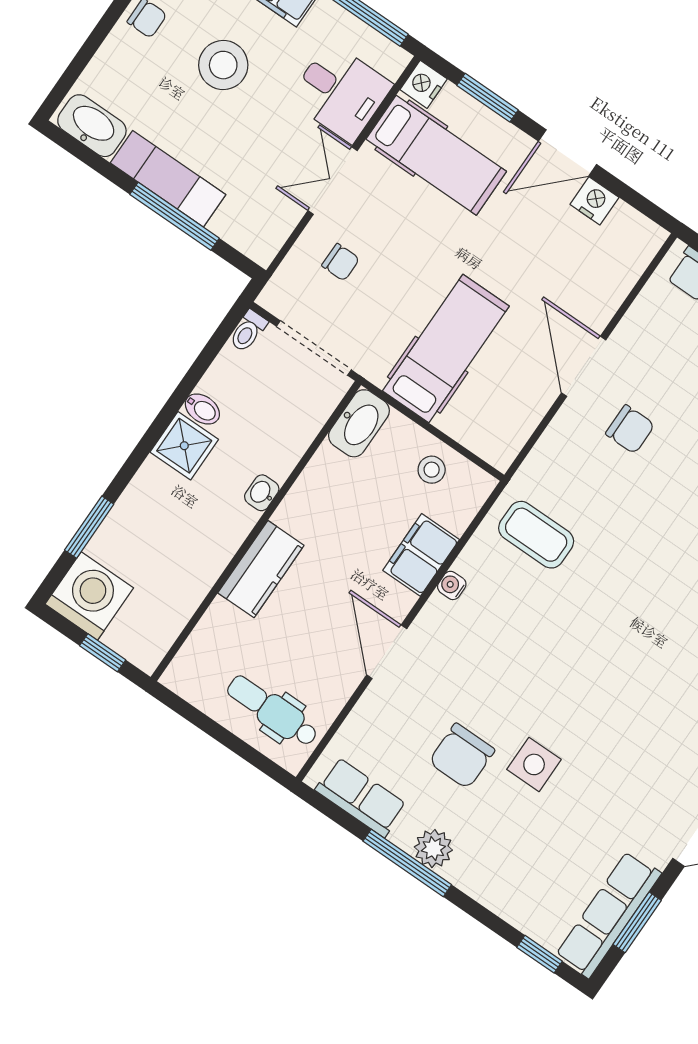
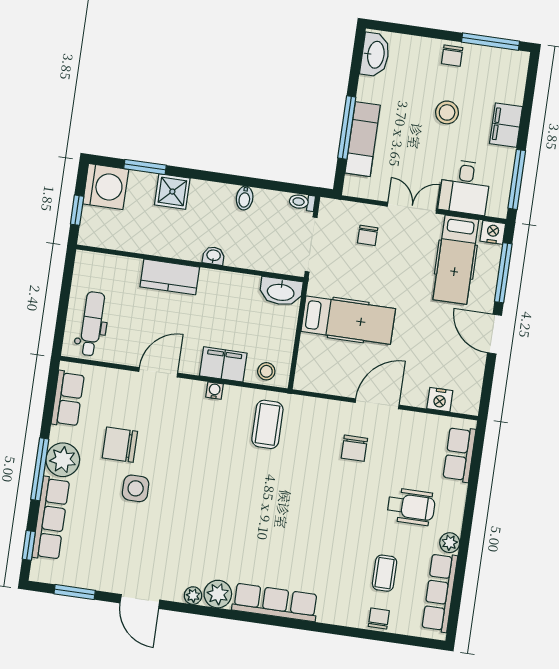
stool: (223, 65) -> (447, 112), width x0.73, depth x0.73
window: (488, 98) -> (503, 273), width x1.44
exam couch: (168, 179) -> (363, 139), moved
nightstand: (594, 201) -> (440, 400), moved, turned 90
shower: (184, 446) -> (172, 192), moved
stool: (432, 470) -> (266, 371), moved
plant: (433, 849) -> (63, 460), width x1.36, depth x1.36
window: (407, 863) -> (40, 469), moved
row of seats: (608, 914) -> (51, 518), moved, turned 90

